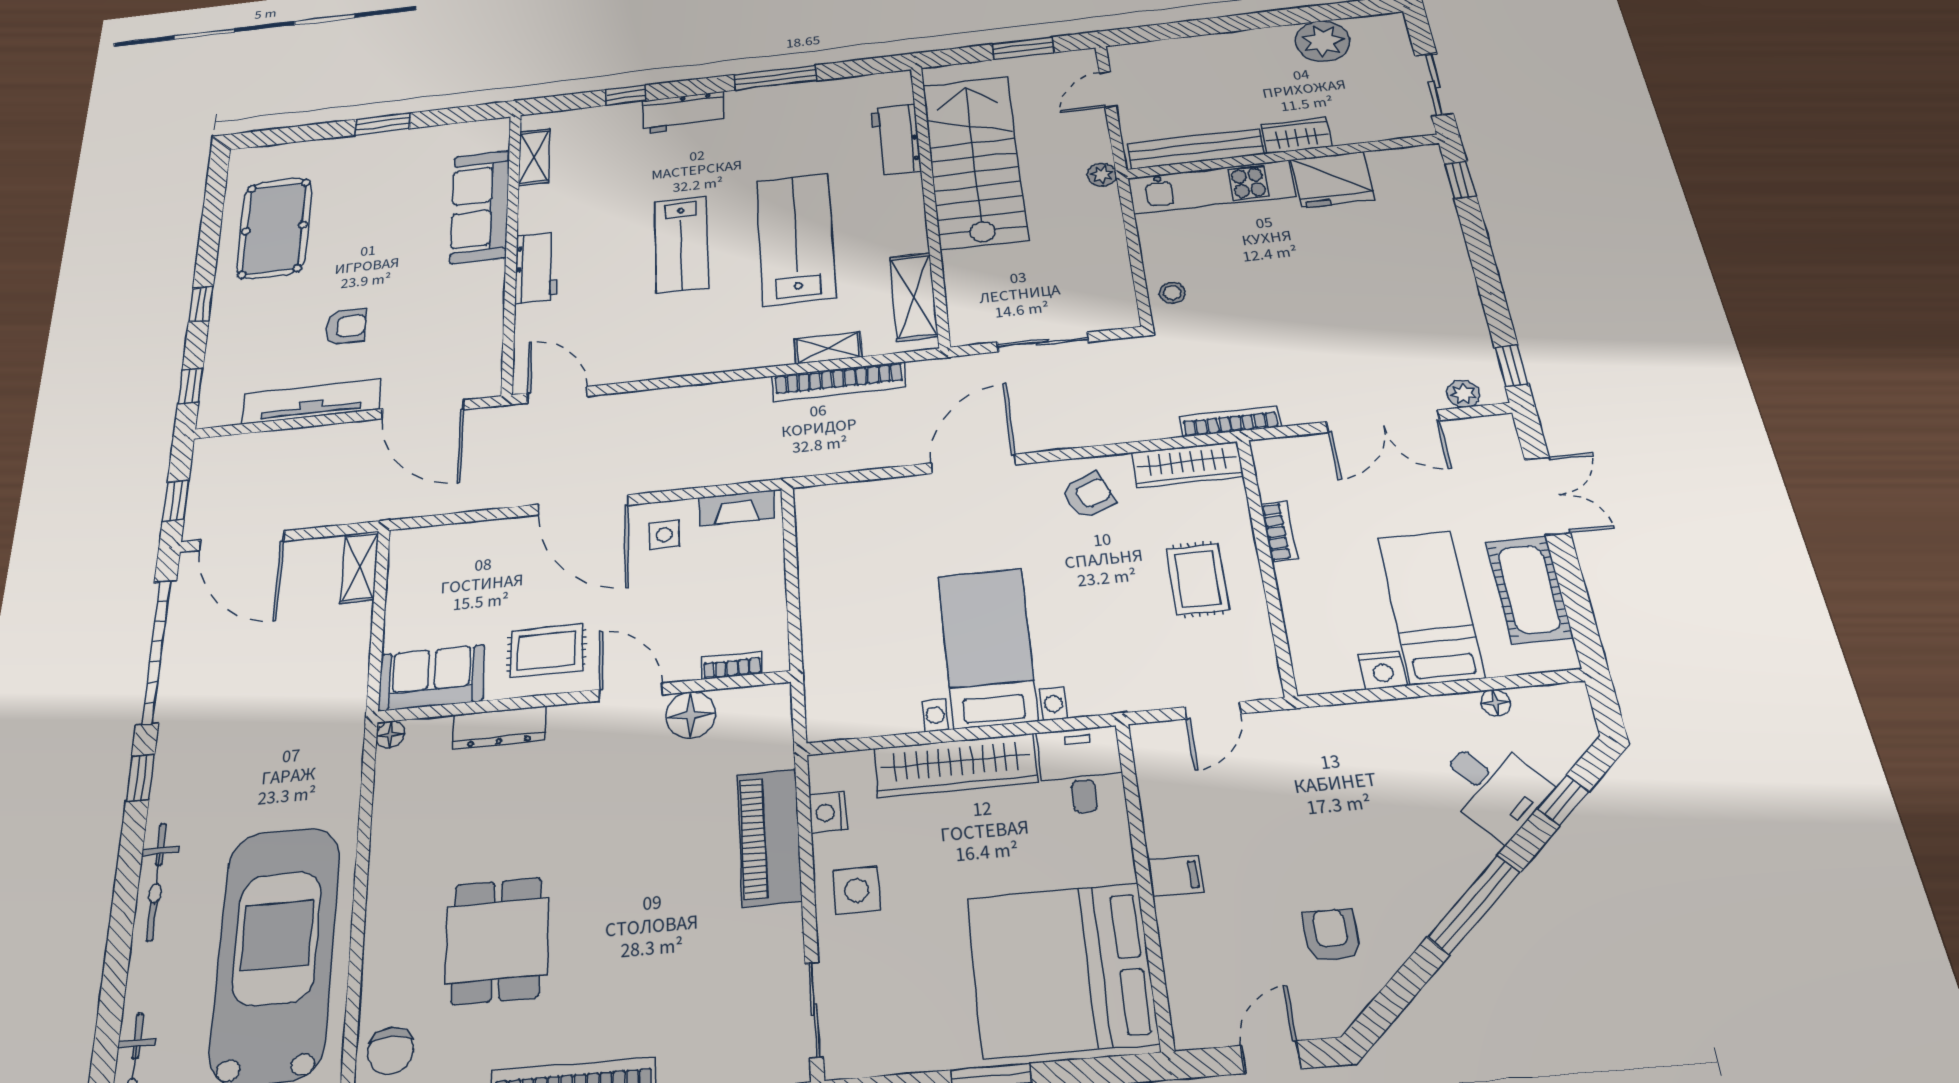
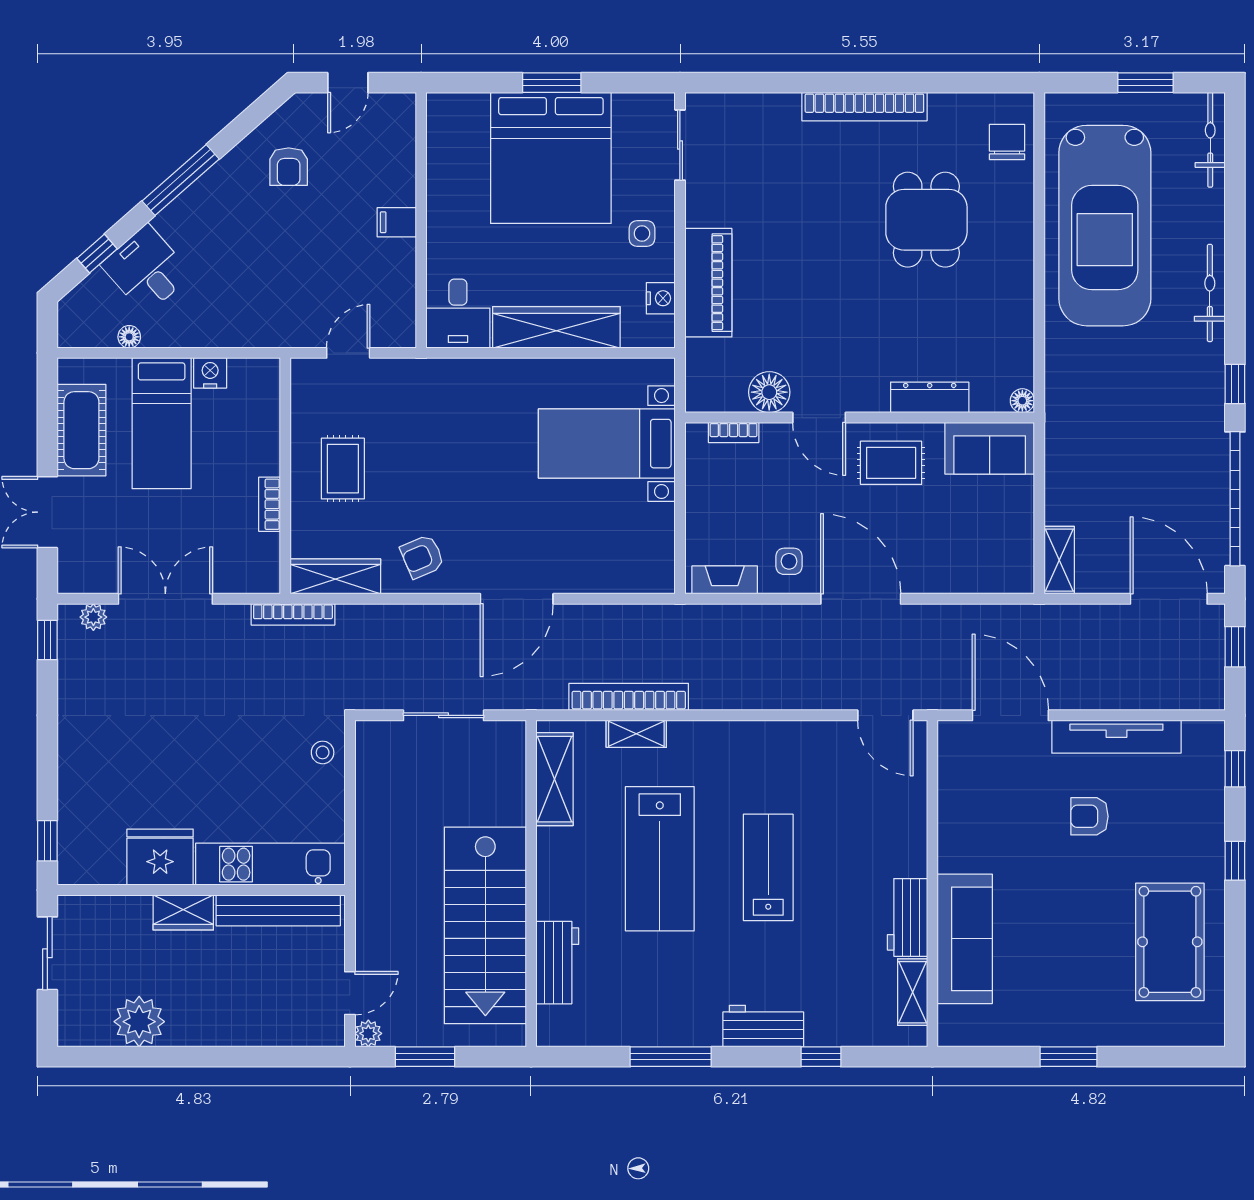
plant: (1102, 175) -> (368, 1033), moved
workbench: (537, 267) -> (907, 917), moved
bed with nightstands: (988, 647) -> (607, 444), moved, turned 90
side table: (857, 890) -> (642, 233), width x0.73, depth x0.73
bed: (1061, 970) -> (551, 158), moved, turned 90

